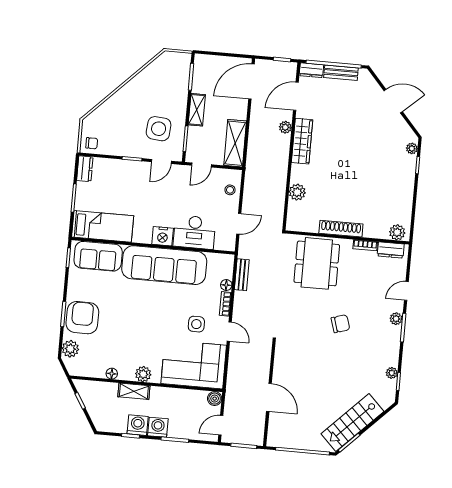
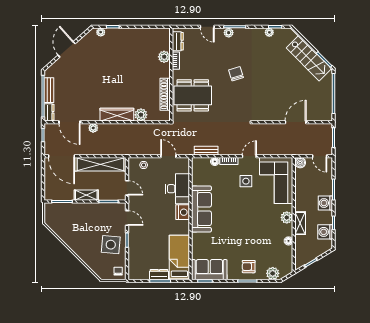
side table: (159, 129) -> (111, 245), moved
wardrobe: (302, 141) -> (117, 115), moved
shelving: (235, 143) -> (100, 164), width x1.47
dresser: (85, 169) -> (159, 275), moved
shoe rack: (341, 229) -> (165, 94), moved
plant: (397, 232) -> (164, 57), moved
sofa: (98, 256) -> (209, 270), moved, turned -90
sofa: (164, 265) -> (201, 209), width x0.74, depth x0.79
armchair: (82, 318) -> (249, 267), width x0.53, depth x0.53
washing machine: (138, 425) -> (325, 232), moved

